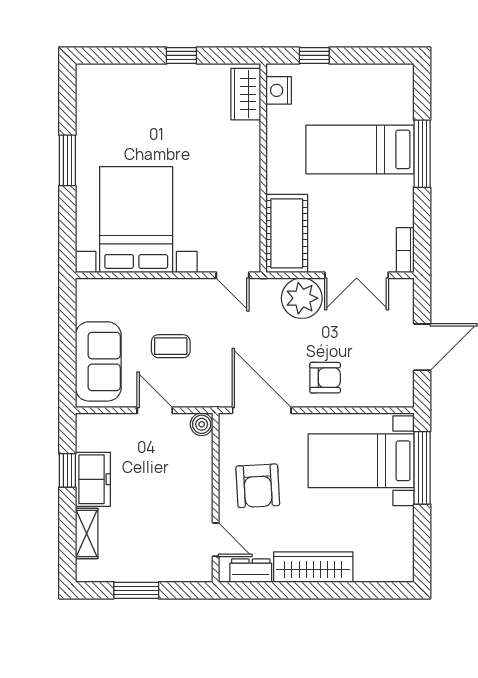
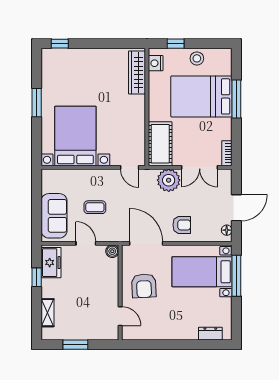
window: (181, 55) -> (60, 44), moved
stool: (352, 82) -> (197, 58), added
wardrobe: (246, 94) -> (137, 73), width x1.50
bed: (360, 149) -> (201, 96), width x1.50
floor lamp: (405, 387) -> (227, 230), added
freezer: (93, 479) -> (51, 263), moved
wardrobe: (313, 567) -> (175, 332), removed
dresser: (251, 571) -> (210, 334), moved

